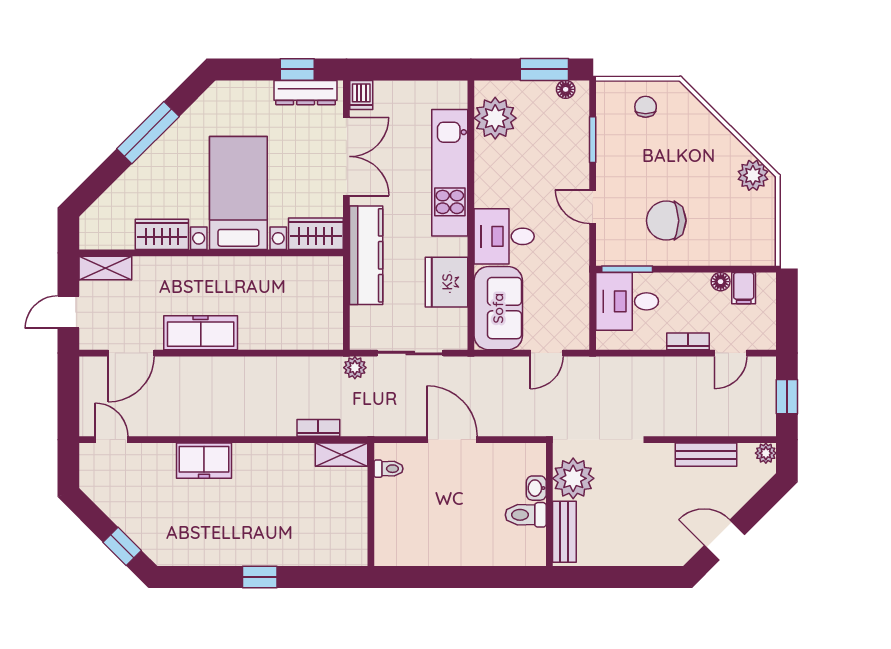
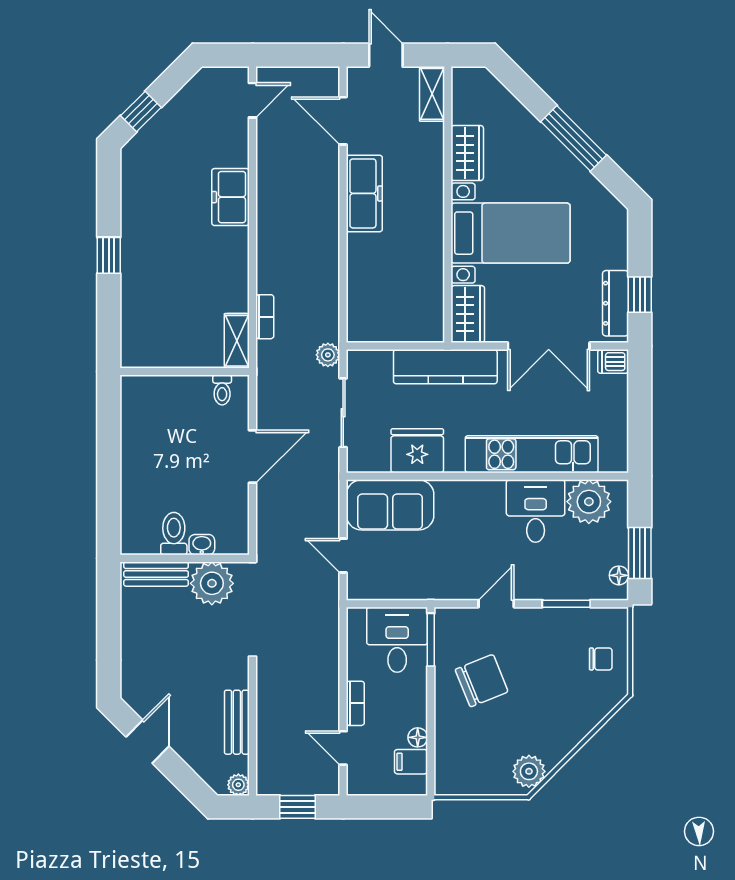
chair: (666, 221) -> (482, 681), turned 68
desk: (504, 236) -> (536, 511), moved

